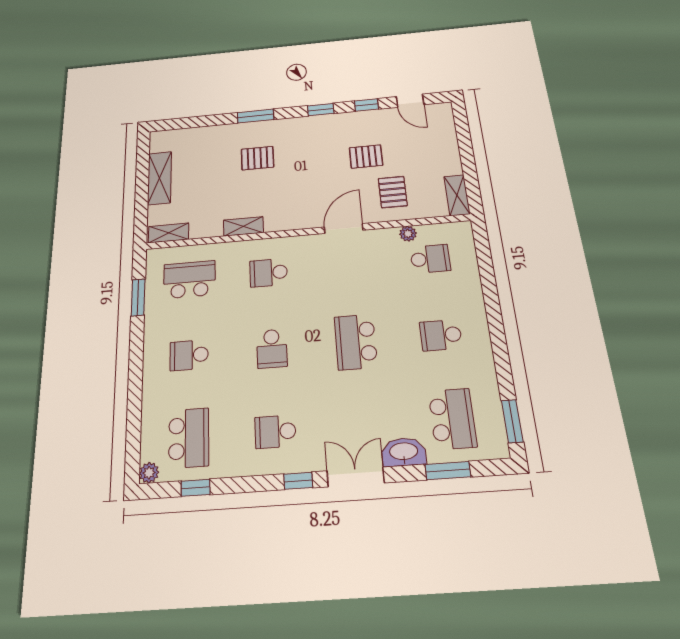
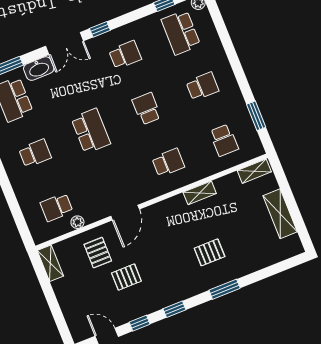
school desk: (189, 279) -> (224, 140), width x0.54

